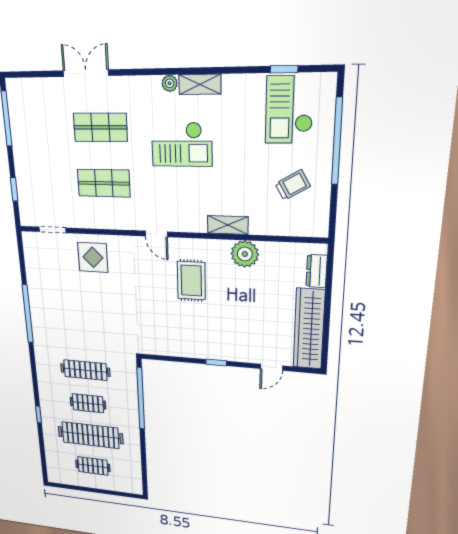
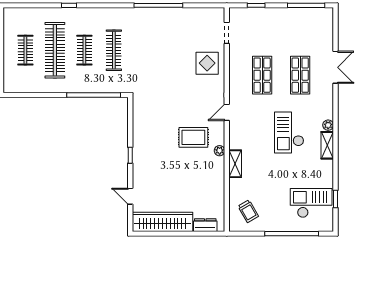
trolley: (293, 185) -> (248, 211), moved
plant: (245, 254) -> (220, 151), moved, width x0.53, depth x0.53

